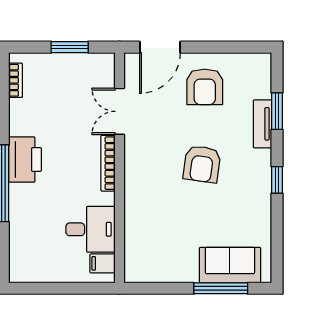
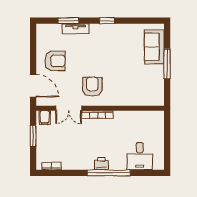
printer: (25, 159) -> (101, 164), width x0.53, depth x0.68
armchair: (202, 164) -> (92, 87), moved, turned -98
desk: (91, 229) -> (140, 156), moved, turned 180
filing cabinet: (103, 263) -> (45, 118), moved
window: (221, 288) -> (167, 64), moved

